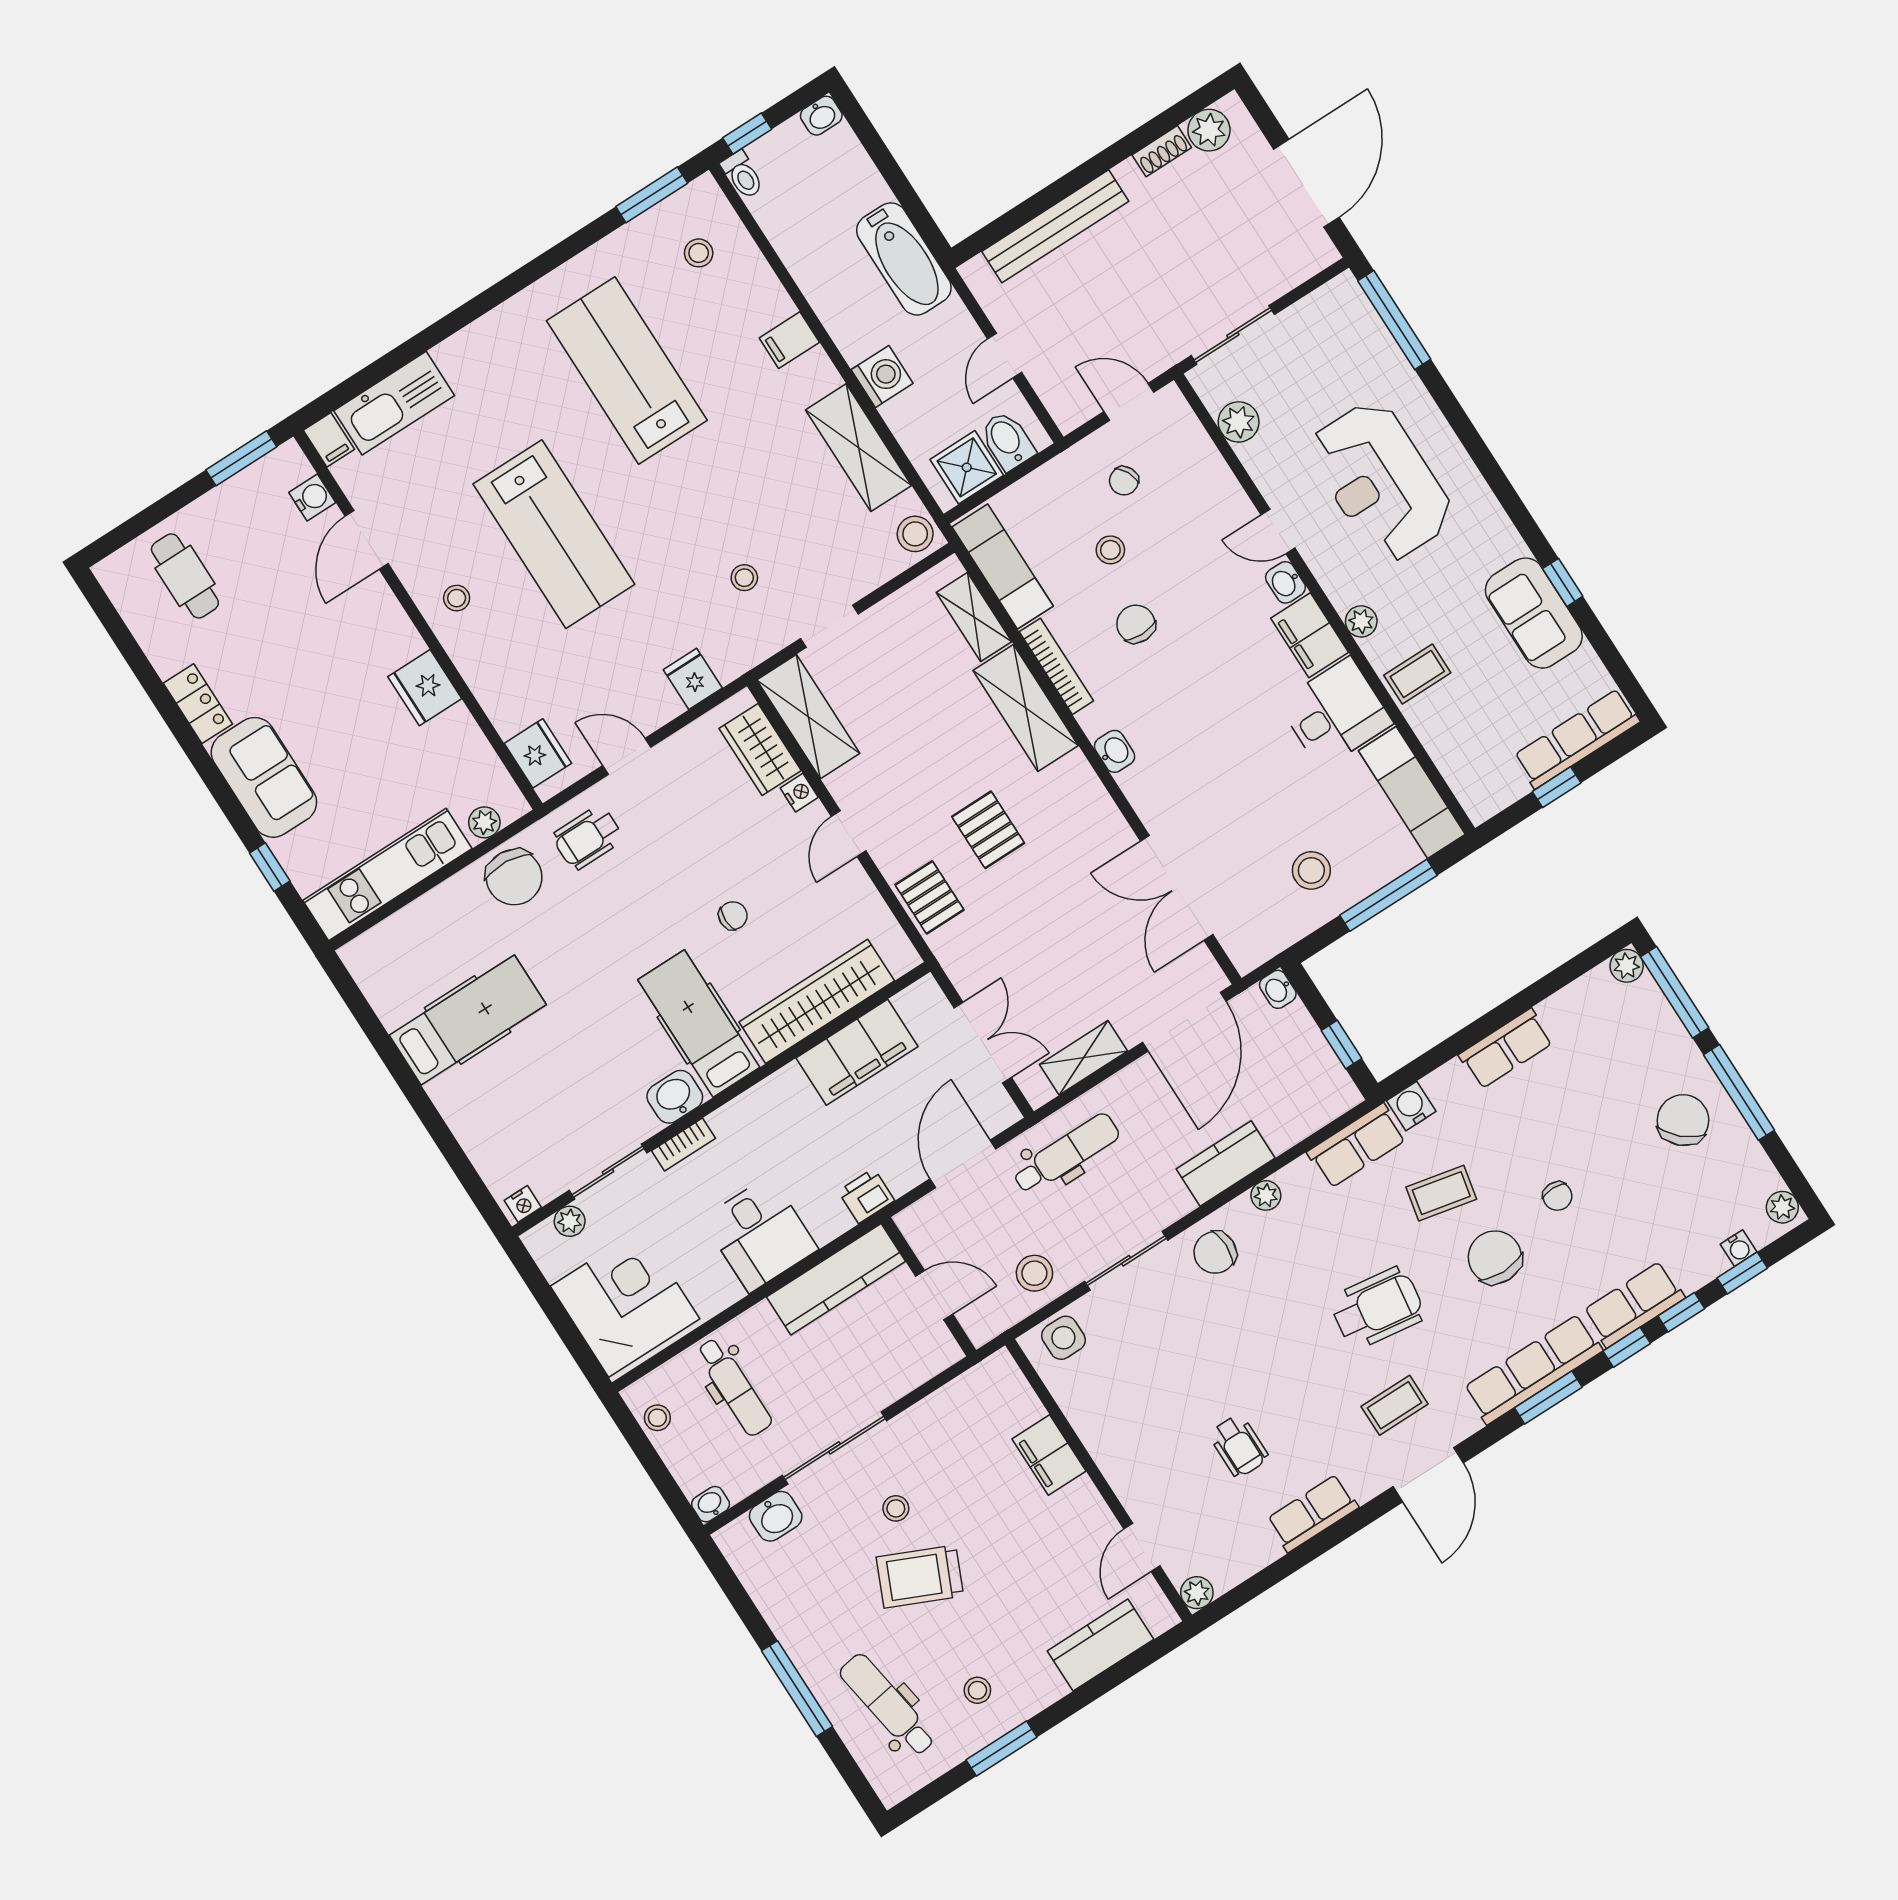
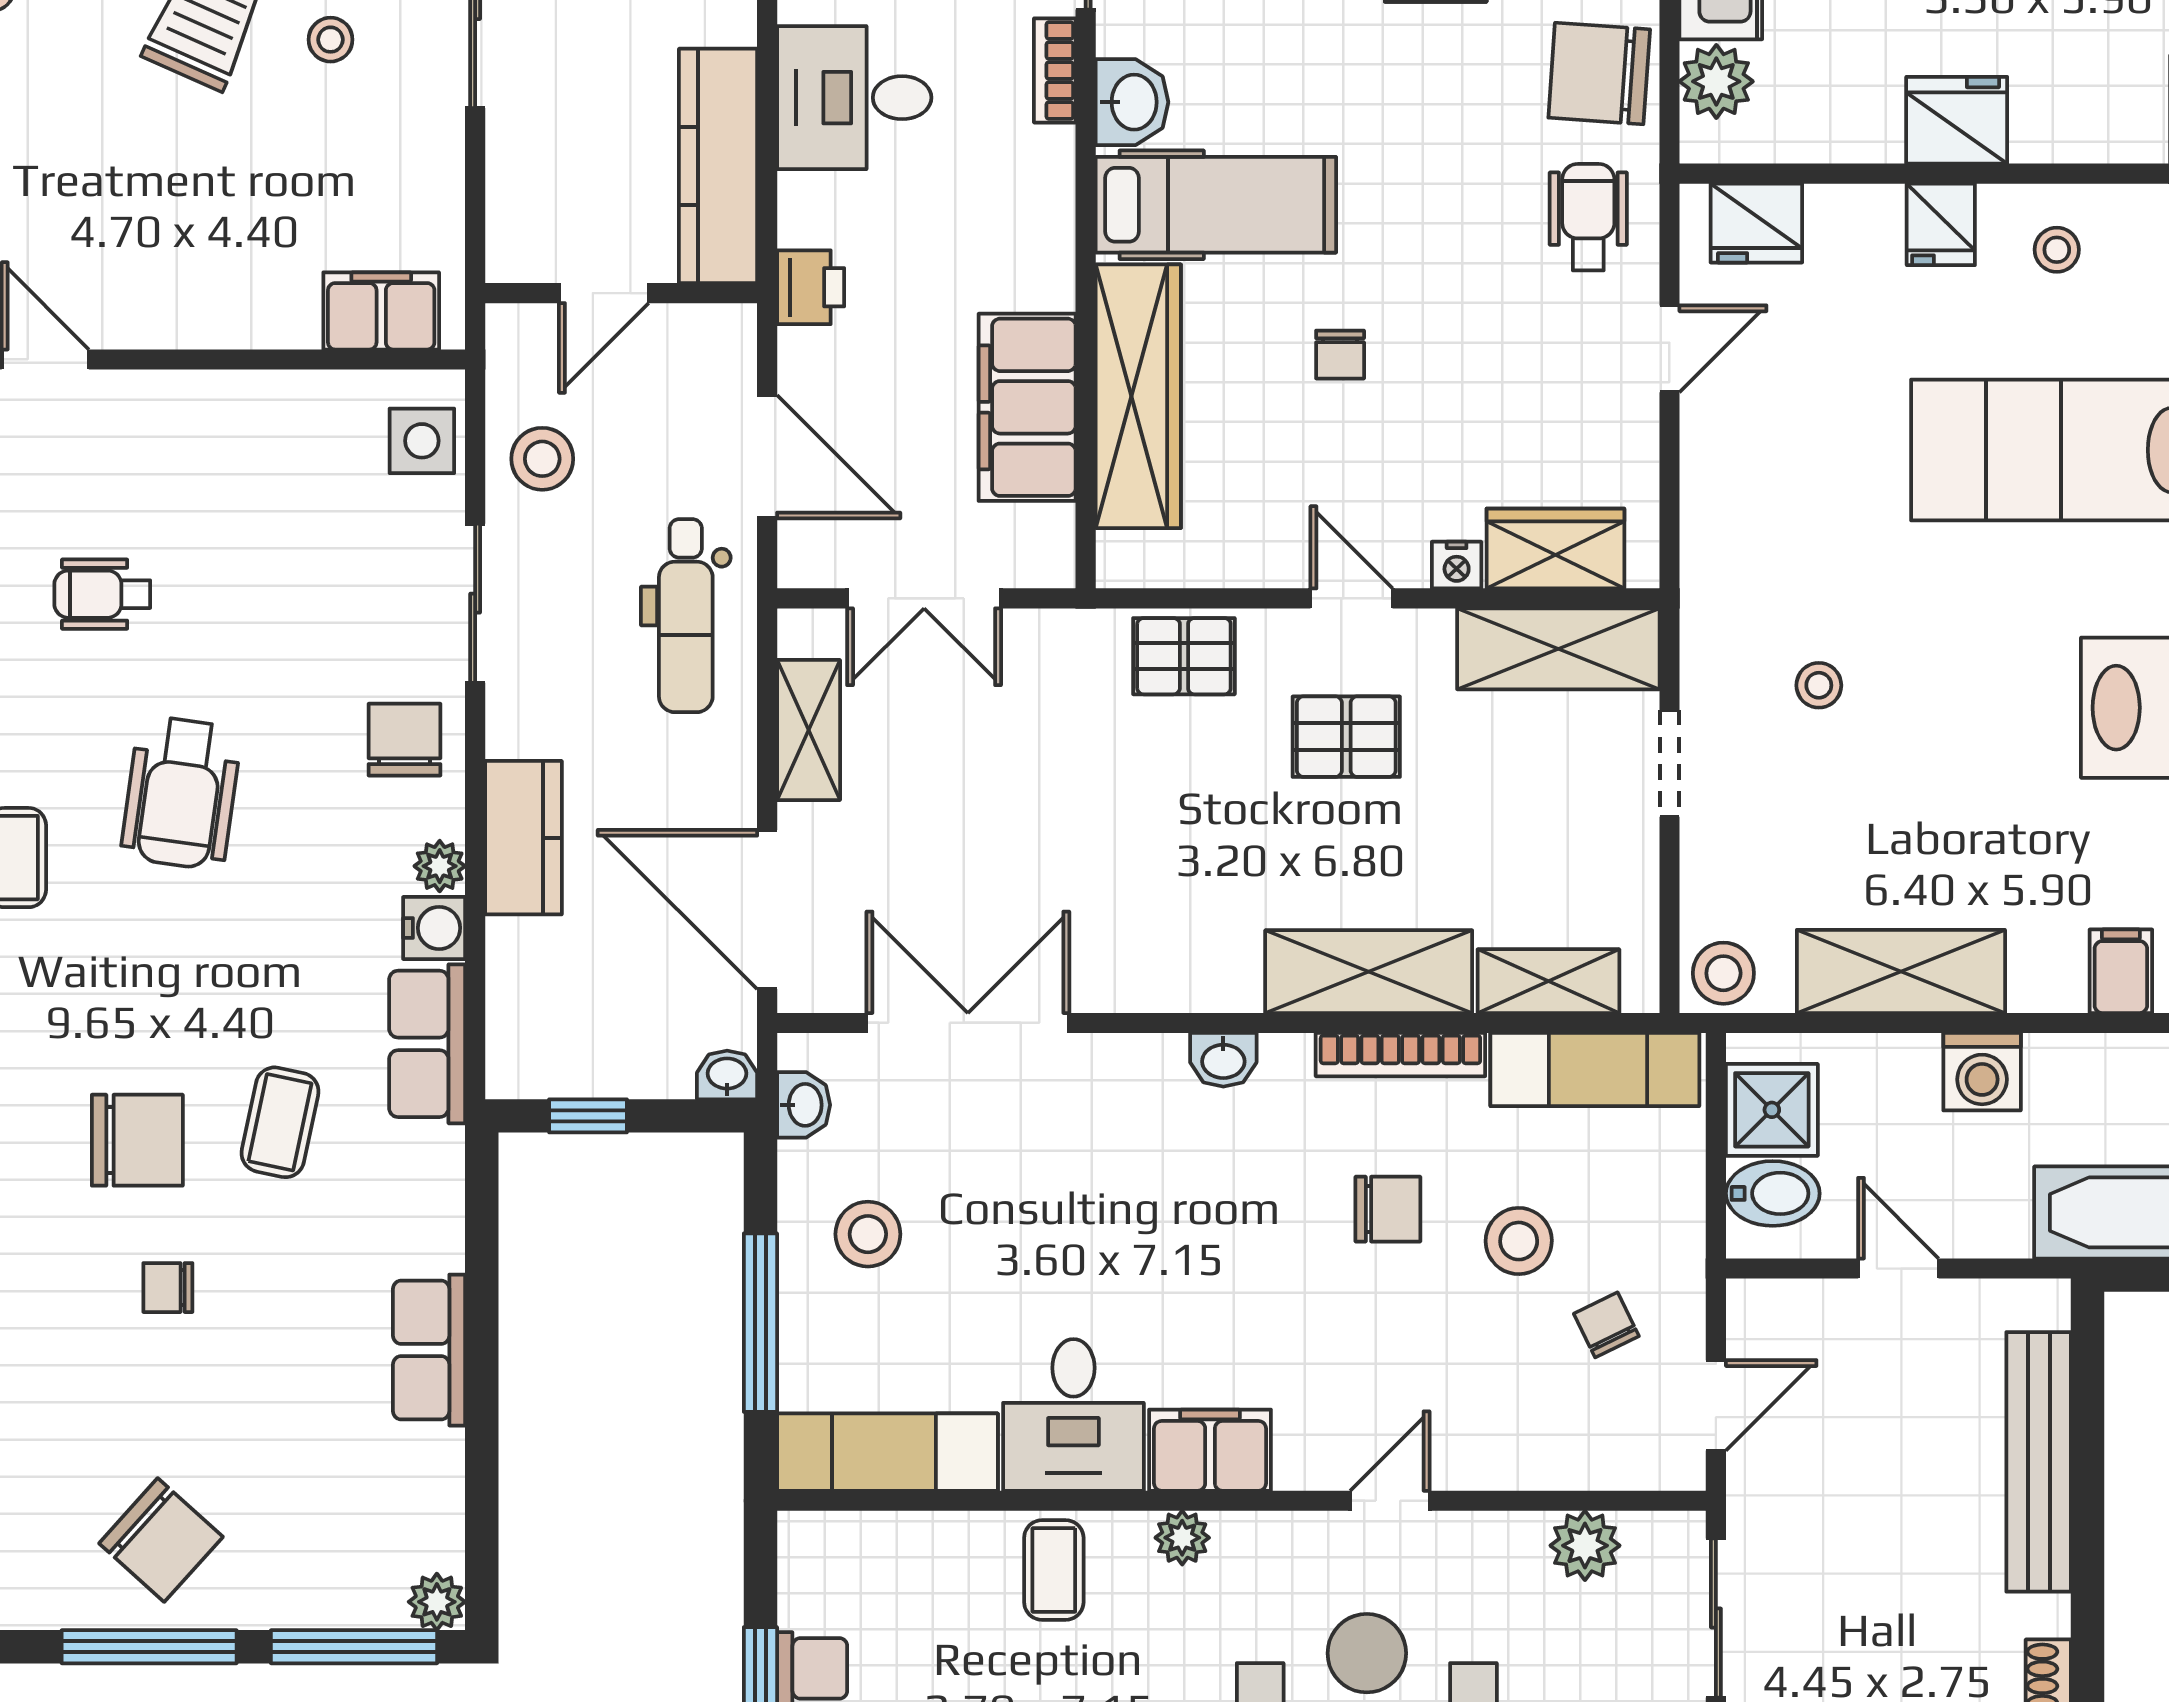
stool: (1110, 550) -> (1519, 1241), width x1.37, depth x1.37
washbasin: (1285, 582) -> (804, 1105), moved, turned 90
fridge: (693, 679) -> (1941, 224), moved, turned 90
plant: (484, 822) -> (1716, 81), width x1.38, depth x1.38
pallet: (988, 830) -> (1346, 737), moved
water cooler: (1411, 1106) -> (434, 928), moved
wheelchair: (1377, 1308) -> (181, 793), moved
filing cabinet: (1049, 1455) -> (381, 311), moved

